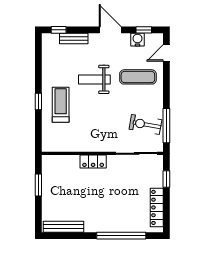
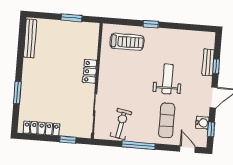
window: (59, 30) -> (216, 66), moved
treadmill: (61, 105) -> (127, 42), moved
window: (166, 126) -> (138, 145), moved
window: (121, 236) -> (17, 93), width x0.47

